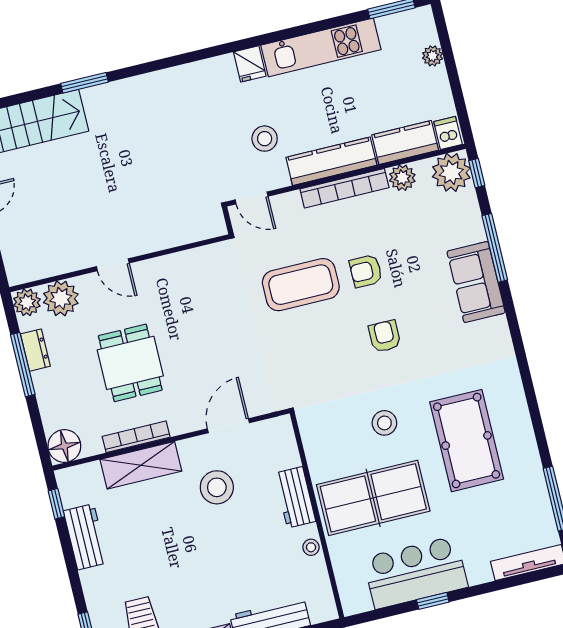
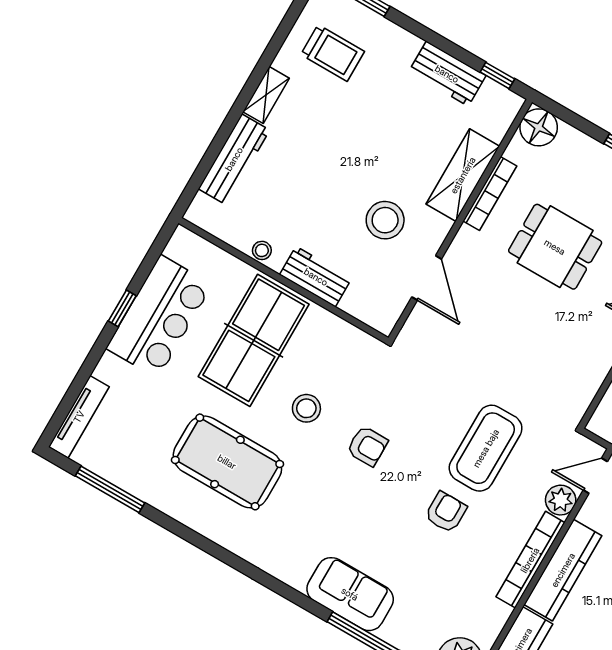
plant: (402, 178) -> (561, 500), moved
armchair: (385, 336) -> (367, 446), moved

